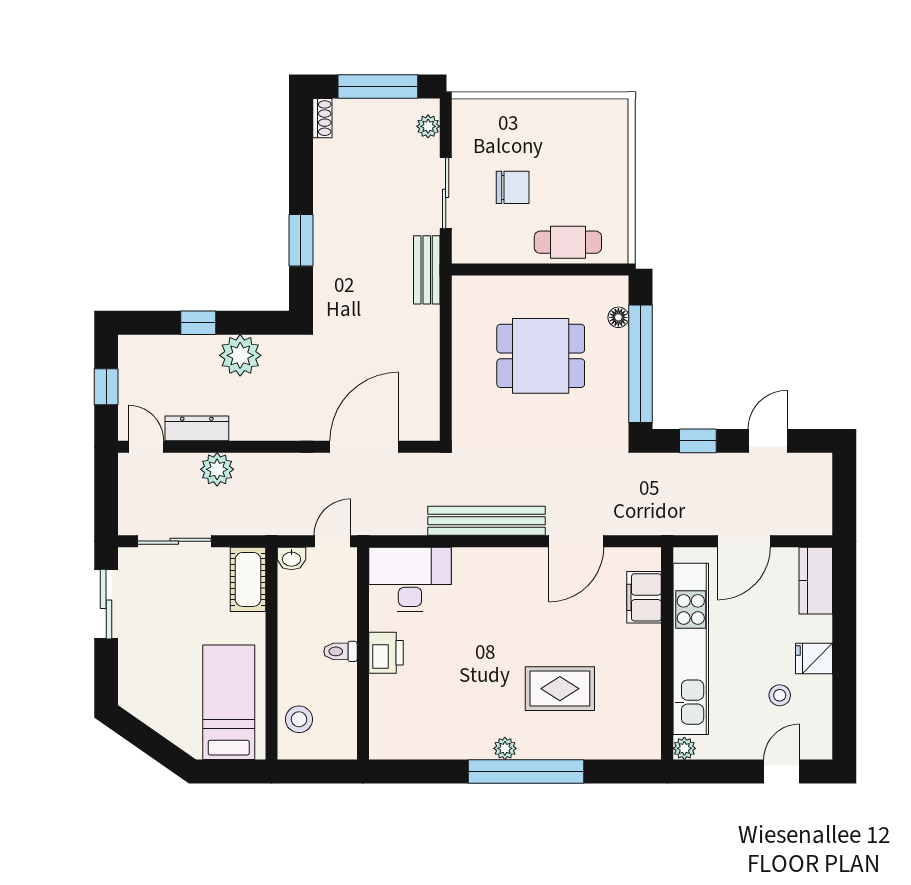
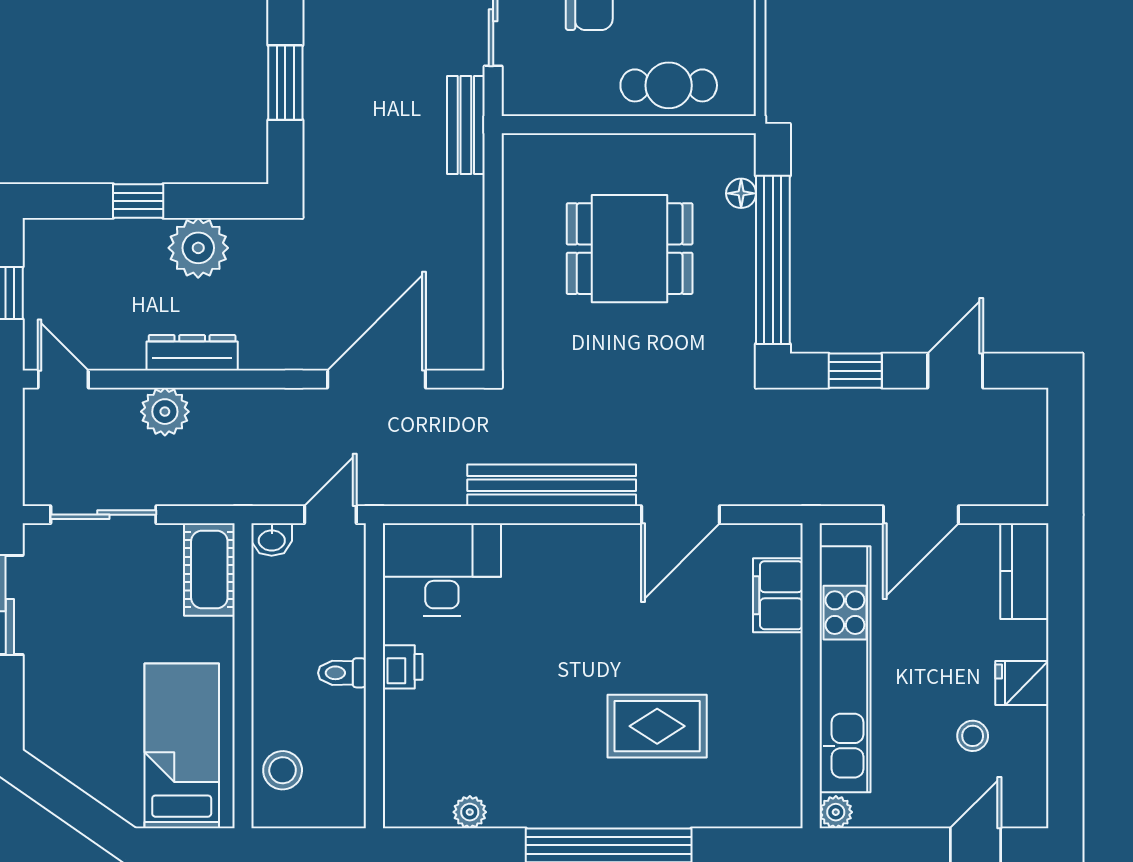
dresser: (197, 428) -> (192, 353), moved
printer: (386, 653) -> (403, 667), width x0.73, depth x0.81
plant: (505, 748) -> (470, 812), moved

